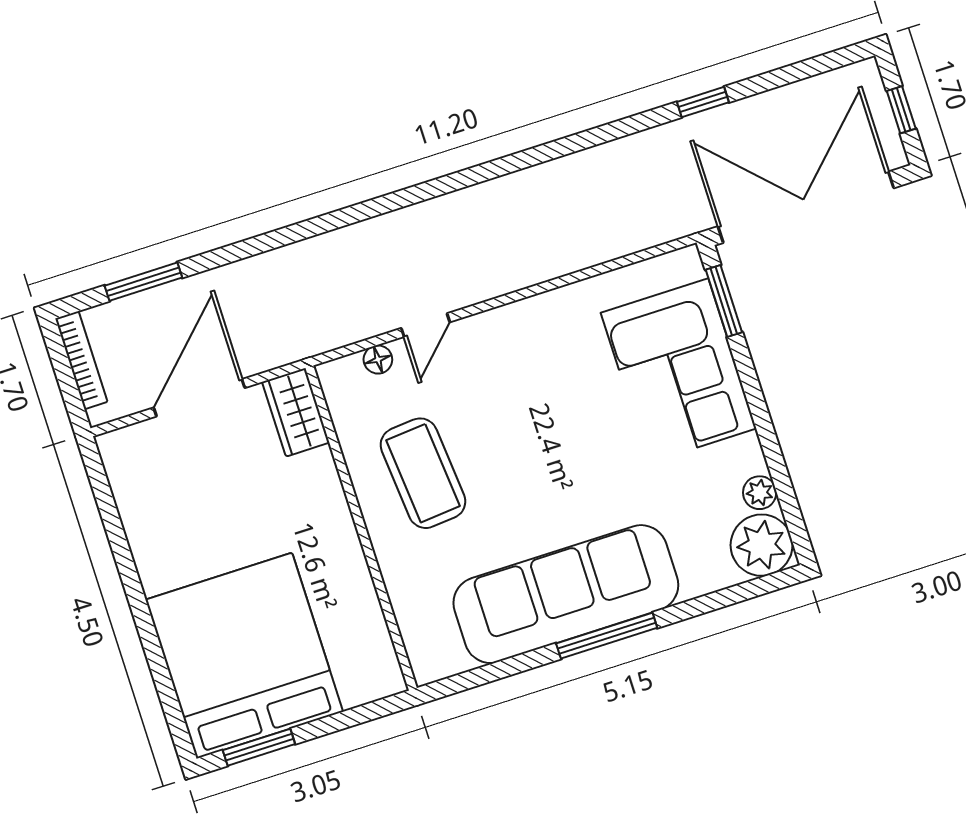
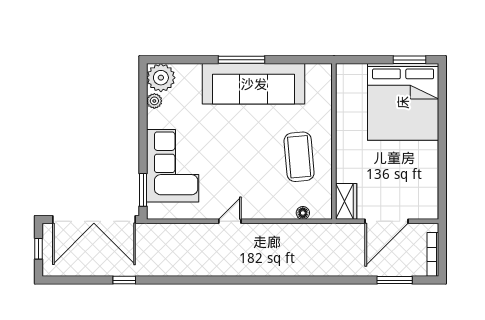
door: (425, 325) -> (230, 221), moved

